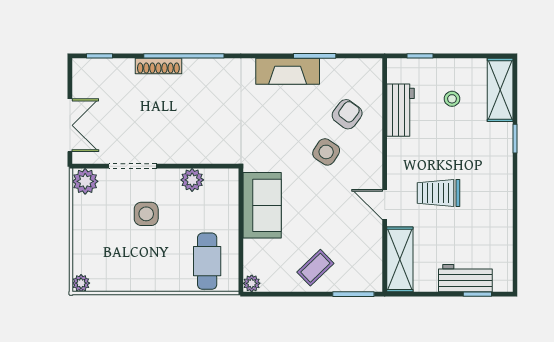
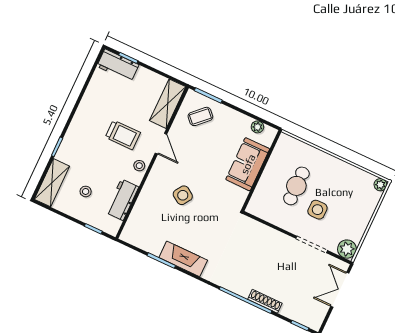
armchair: (347, 114) -> (158, 213), removed
stool: (399, 164) -> (139, 166), added
plant: (192, 180) -> (278, 218), removed
sofa: (262, 205) -> (248, 164), moved
cafe table: (207, 261) -> (296, 186), moved
coffee table: (315, 268) -> (200, 116), moved
workbench: (465, 278) -> (118, 66), moved
plant: (252, 283) -> (257, 127), moved

